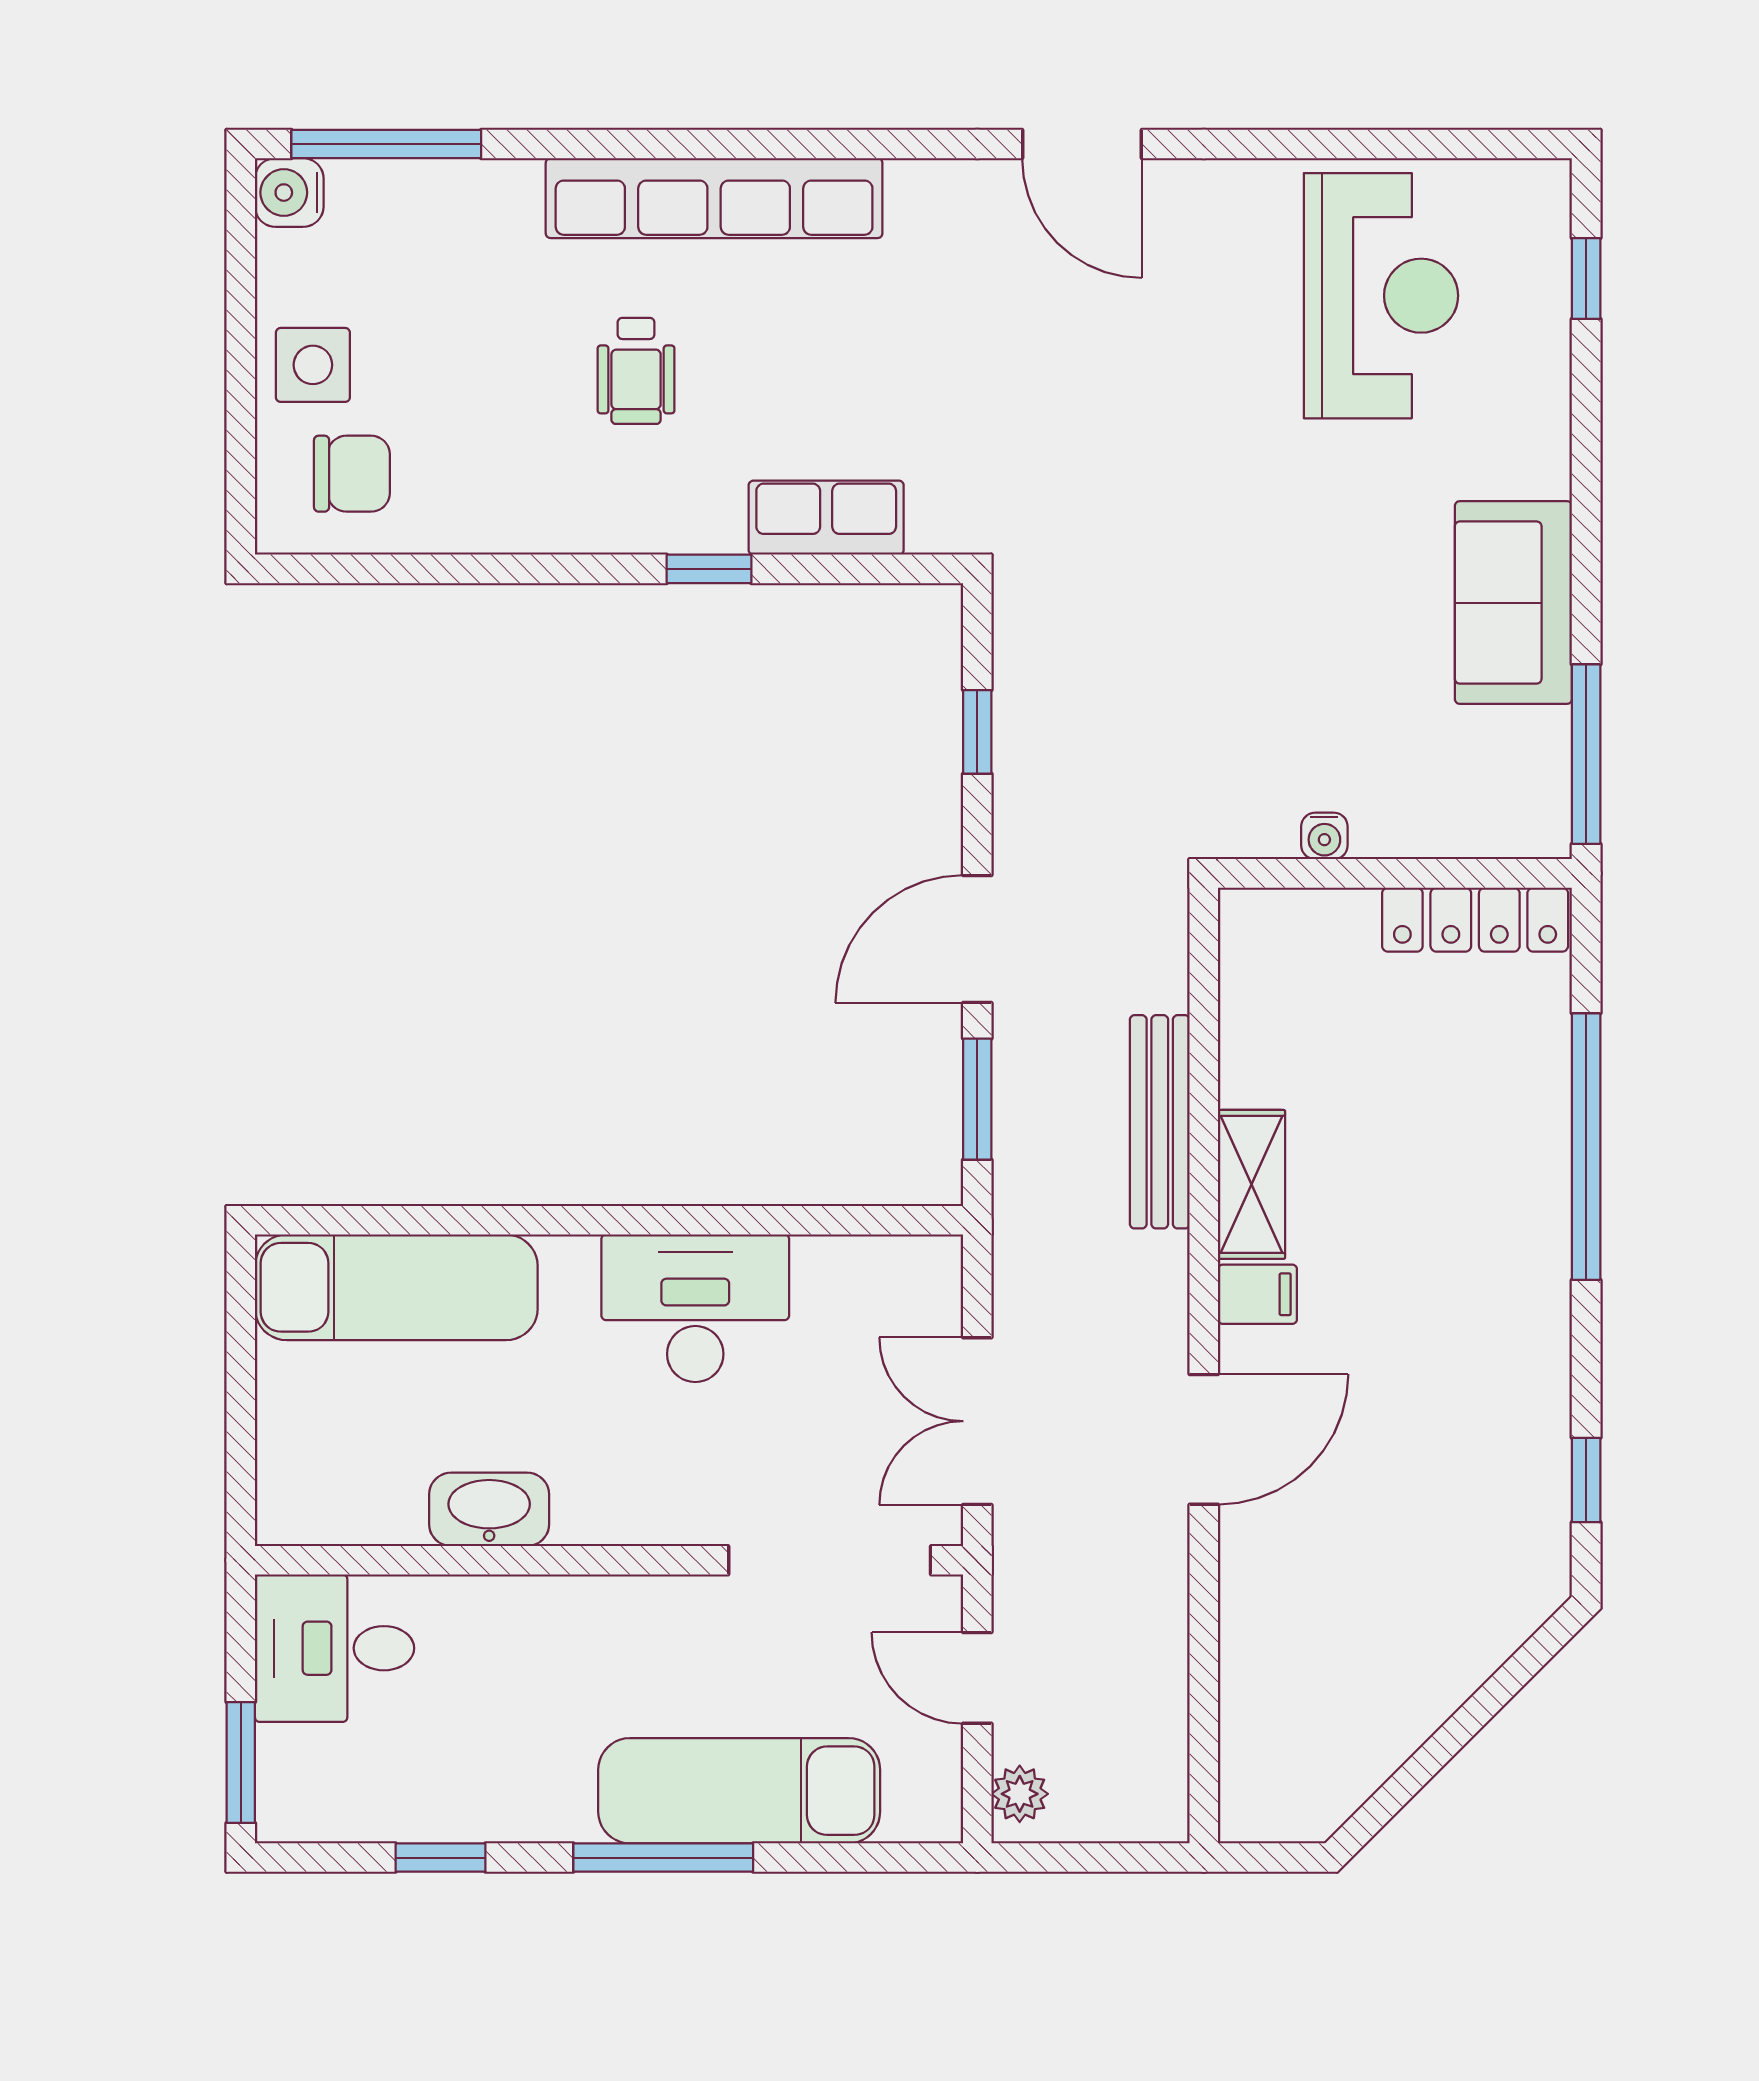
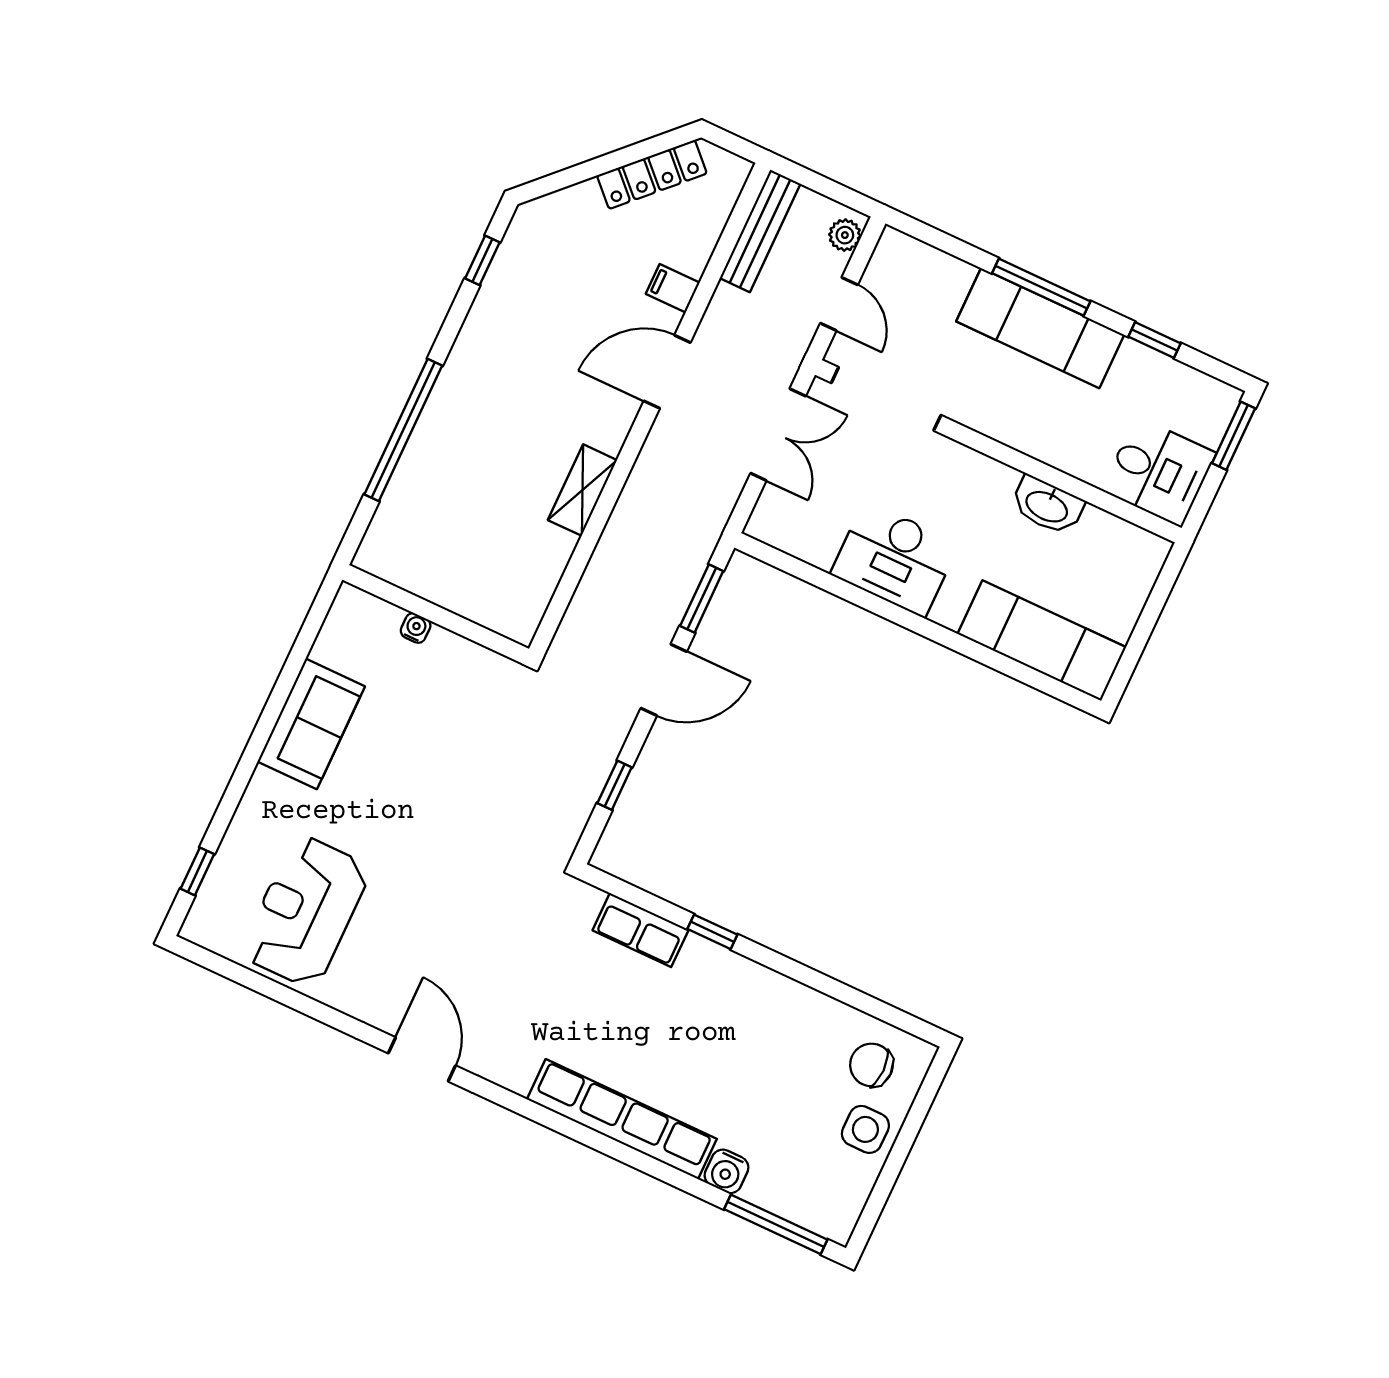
water cooler: (289, 193) -> (726, 1171), moved, turned 90
wheelchair: (636, 371) -> (703, 1050), removed
window: (1586, 754) -> (310, 630), removed
water cooler: (1324, 836) -> (416, 628), moved
locker: (1475, 920) -> (652, 174), moved, turned 135
bench: (1160, 1122) -> (760, 231), moved
filing cabinet: (1257, 1294) -> (673, 288), moved
exam couch: (739, 1791) -> (1040, 328), moved

